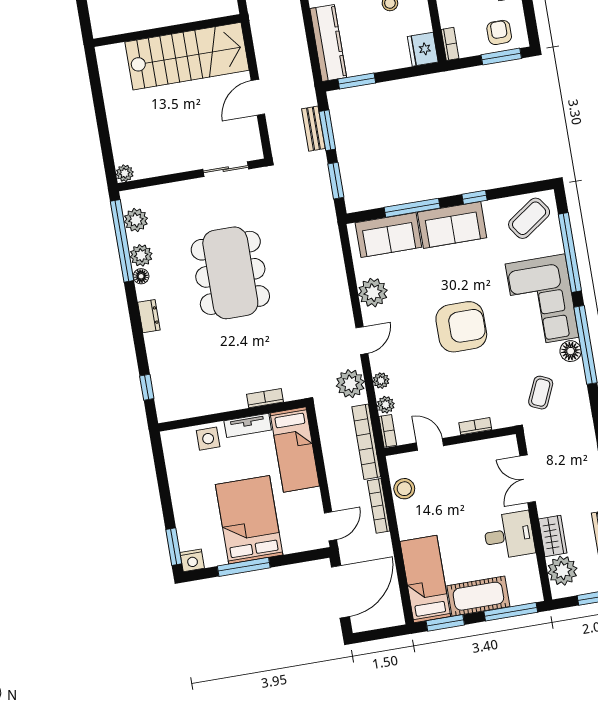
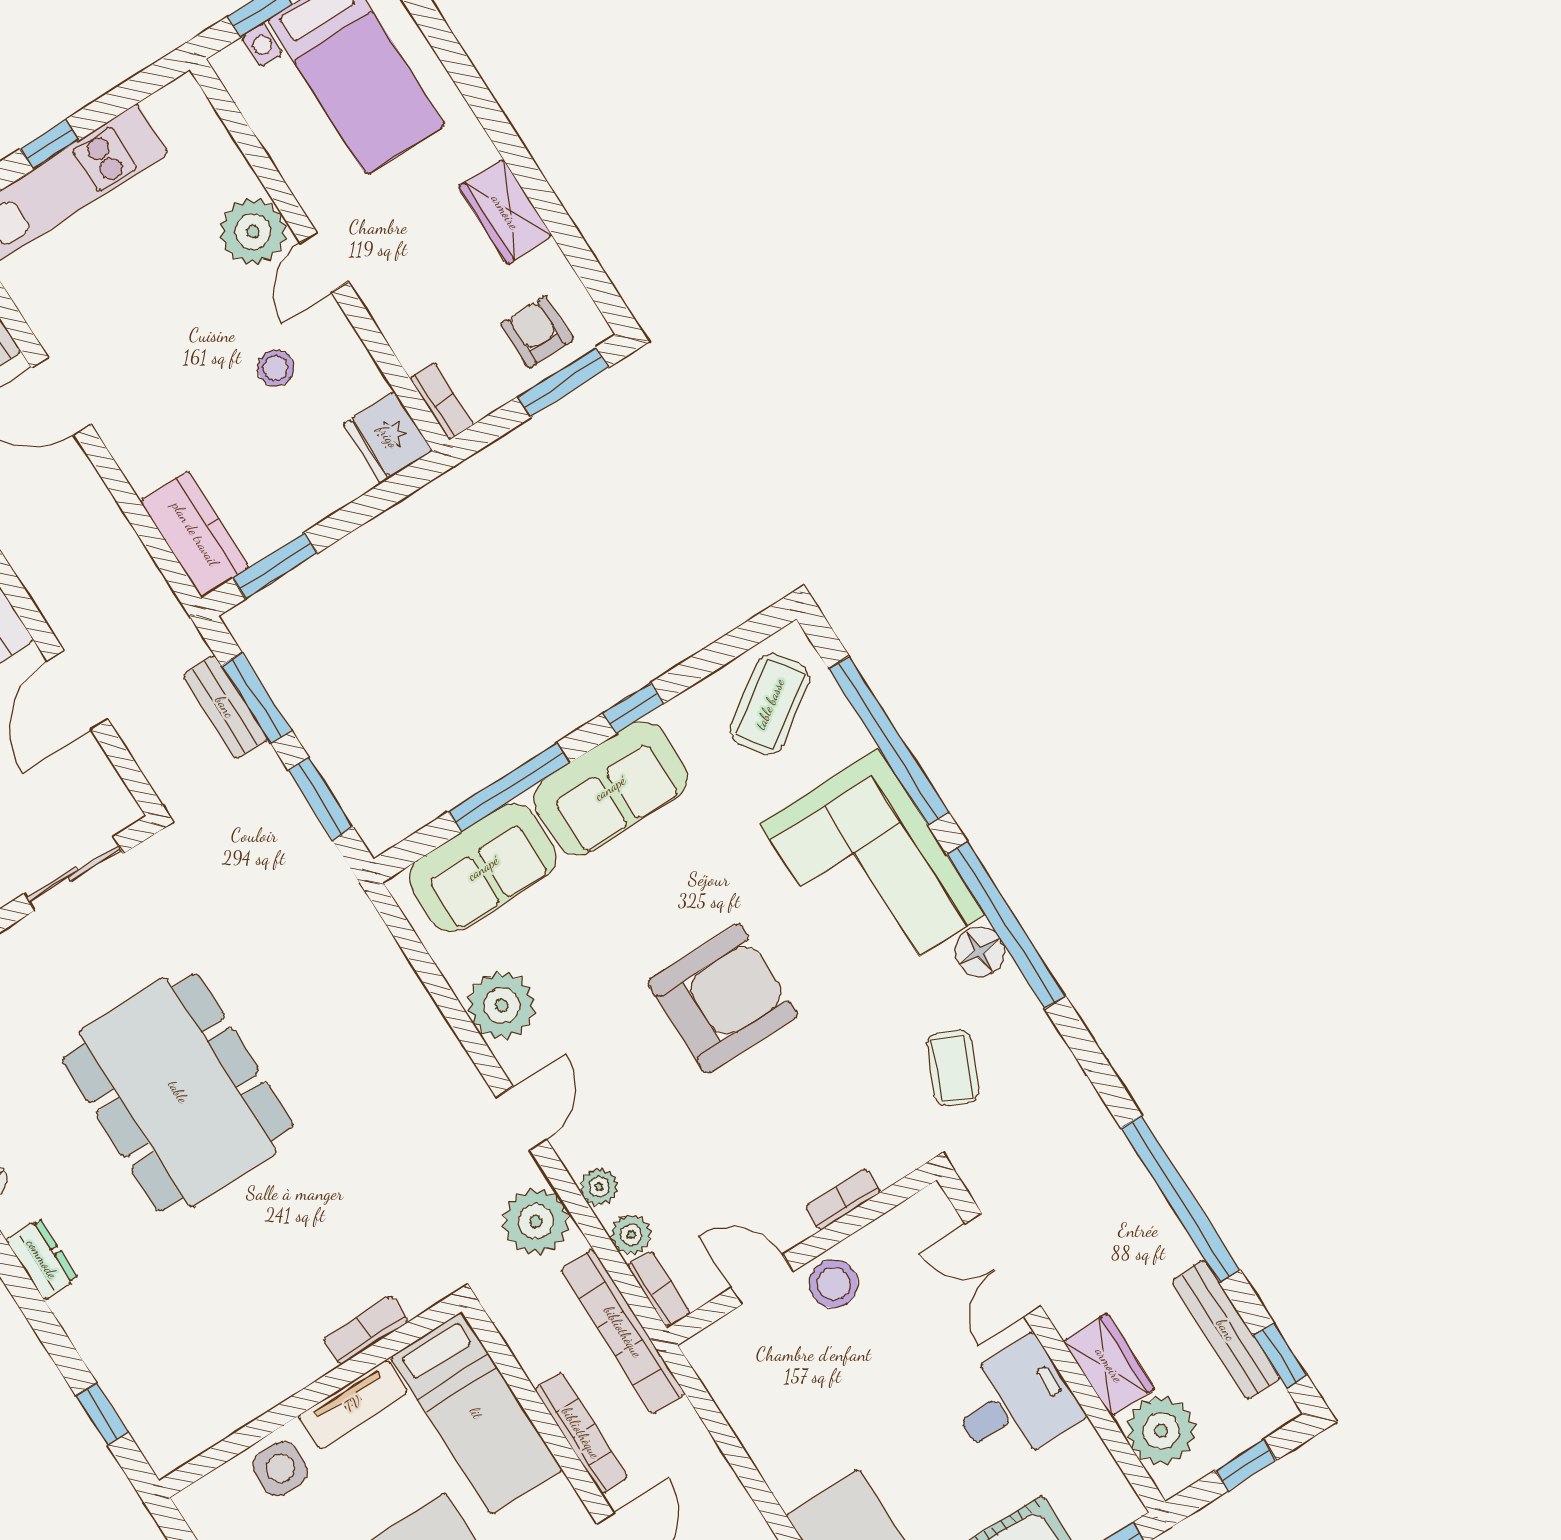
kitchen counter: (328, 43) -> (195, 534), width x0.67
stool: (404, 489) -> (834, 1284), moved
bookcase: (379, 506) -> (581, 1433), moved, turned 180

